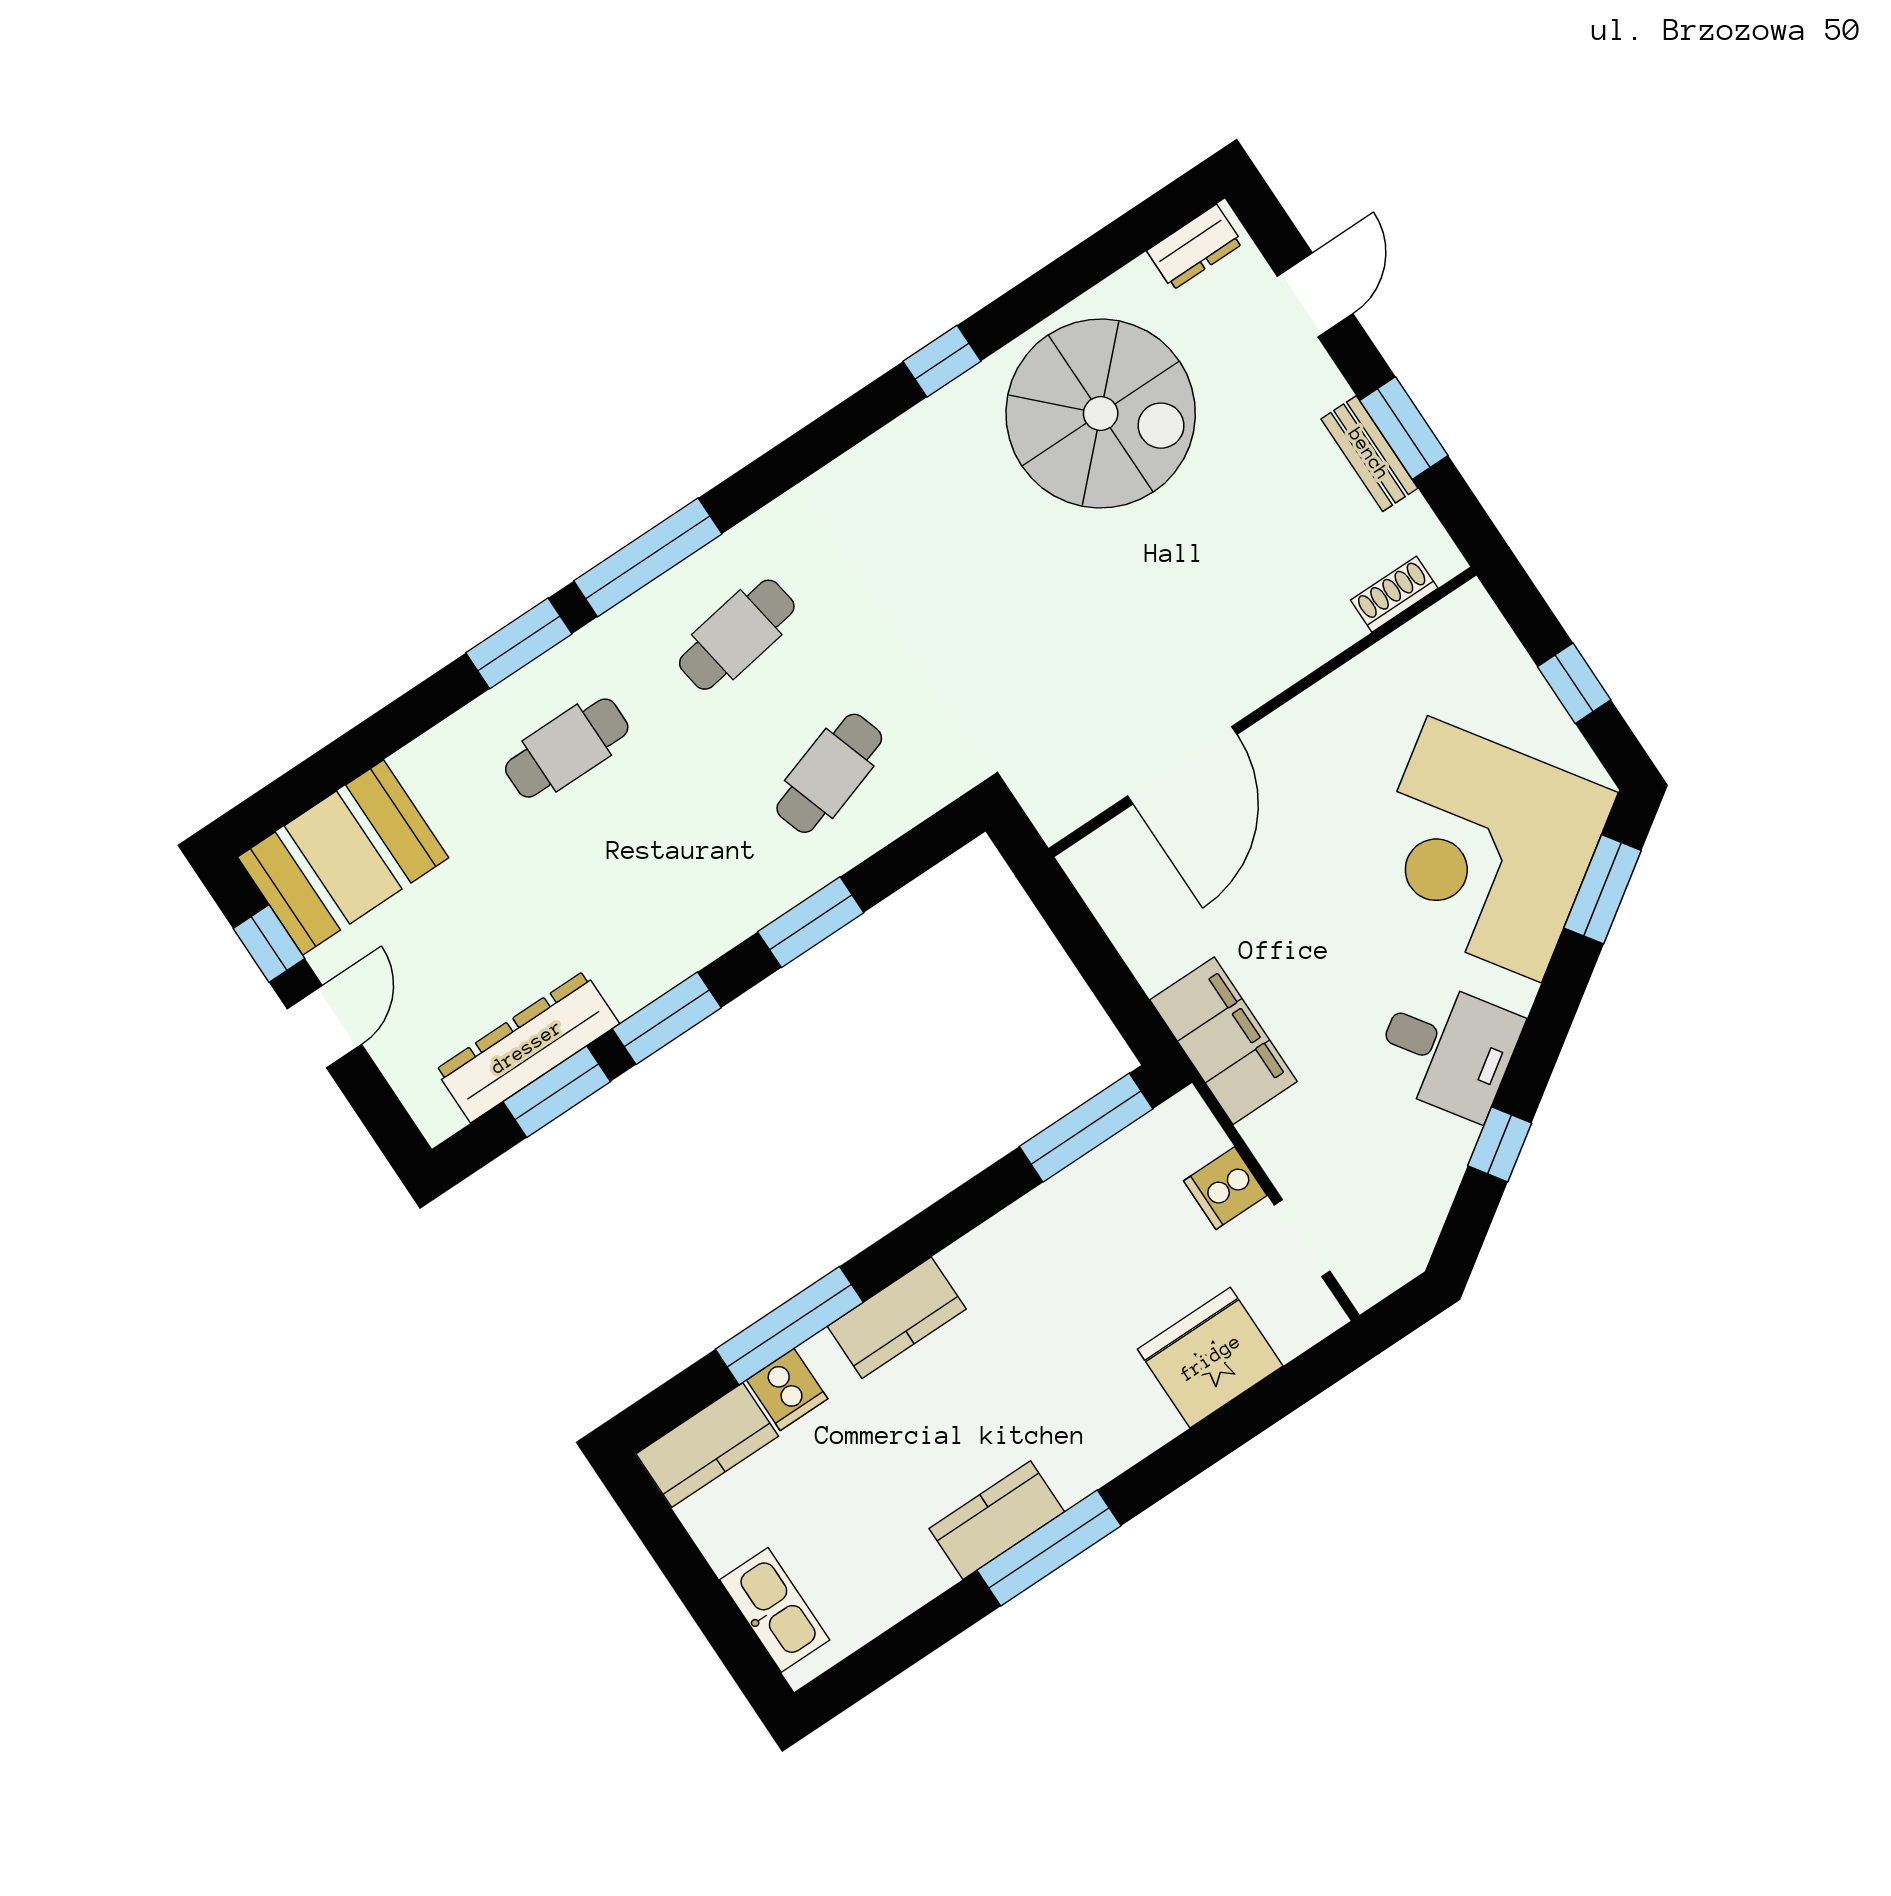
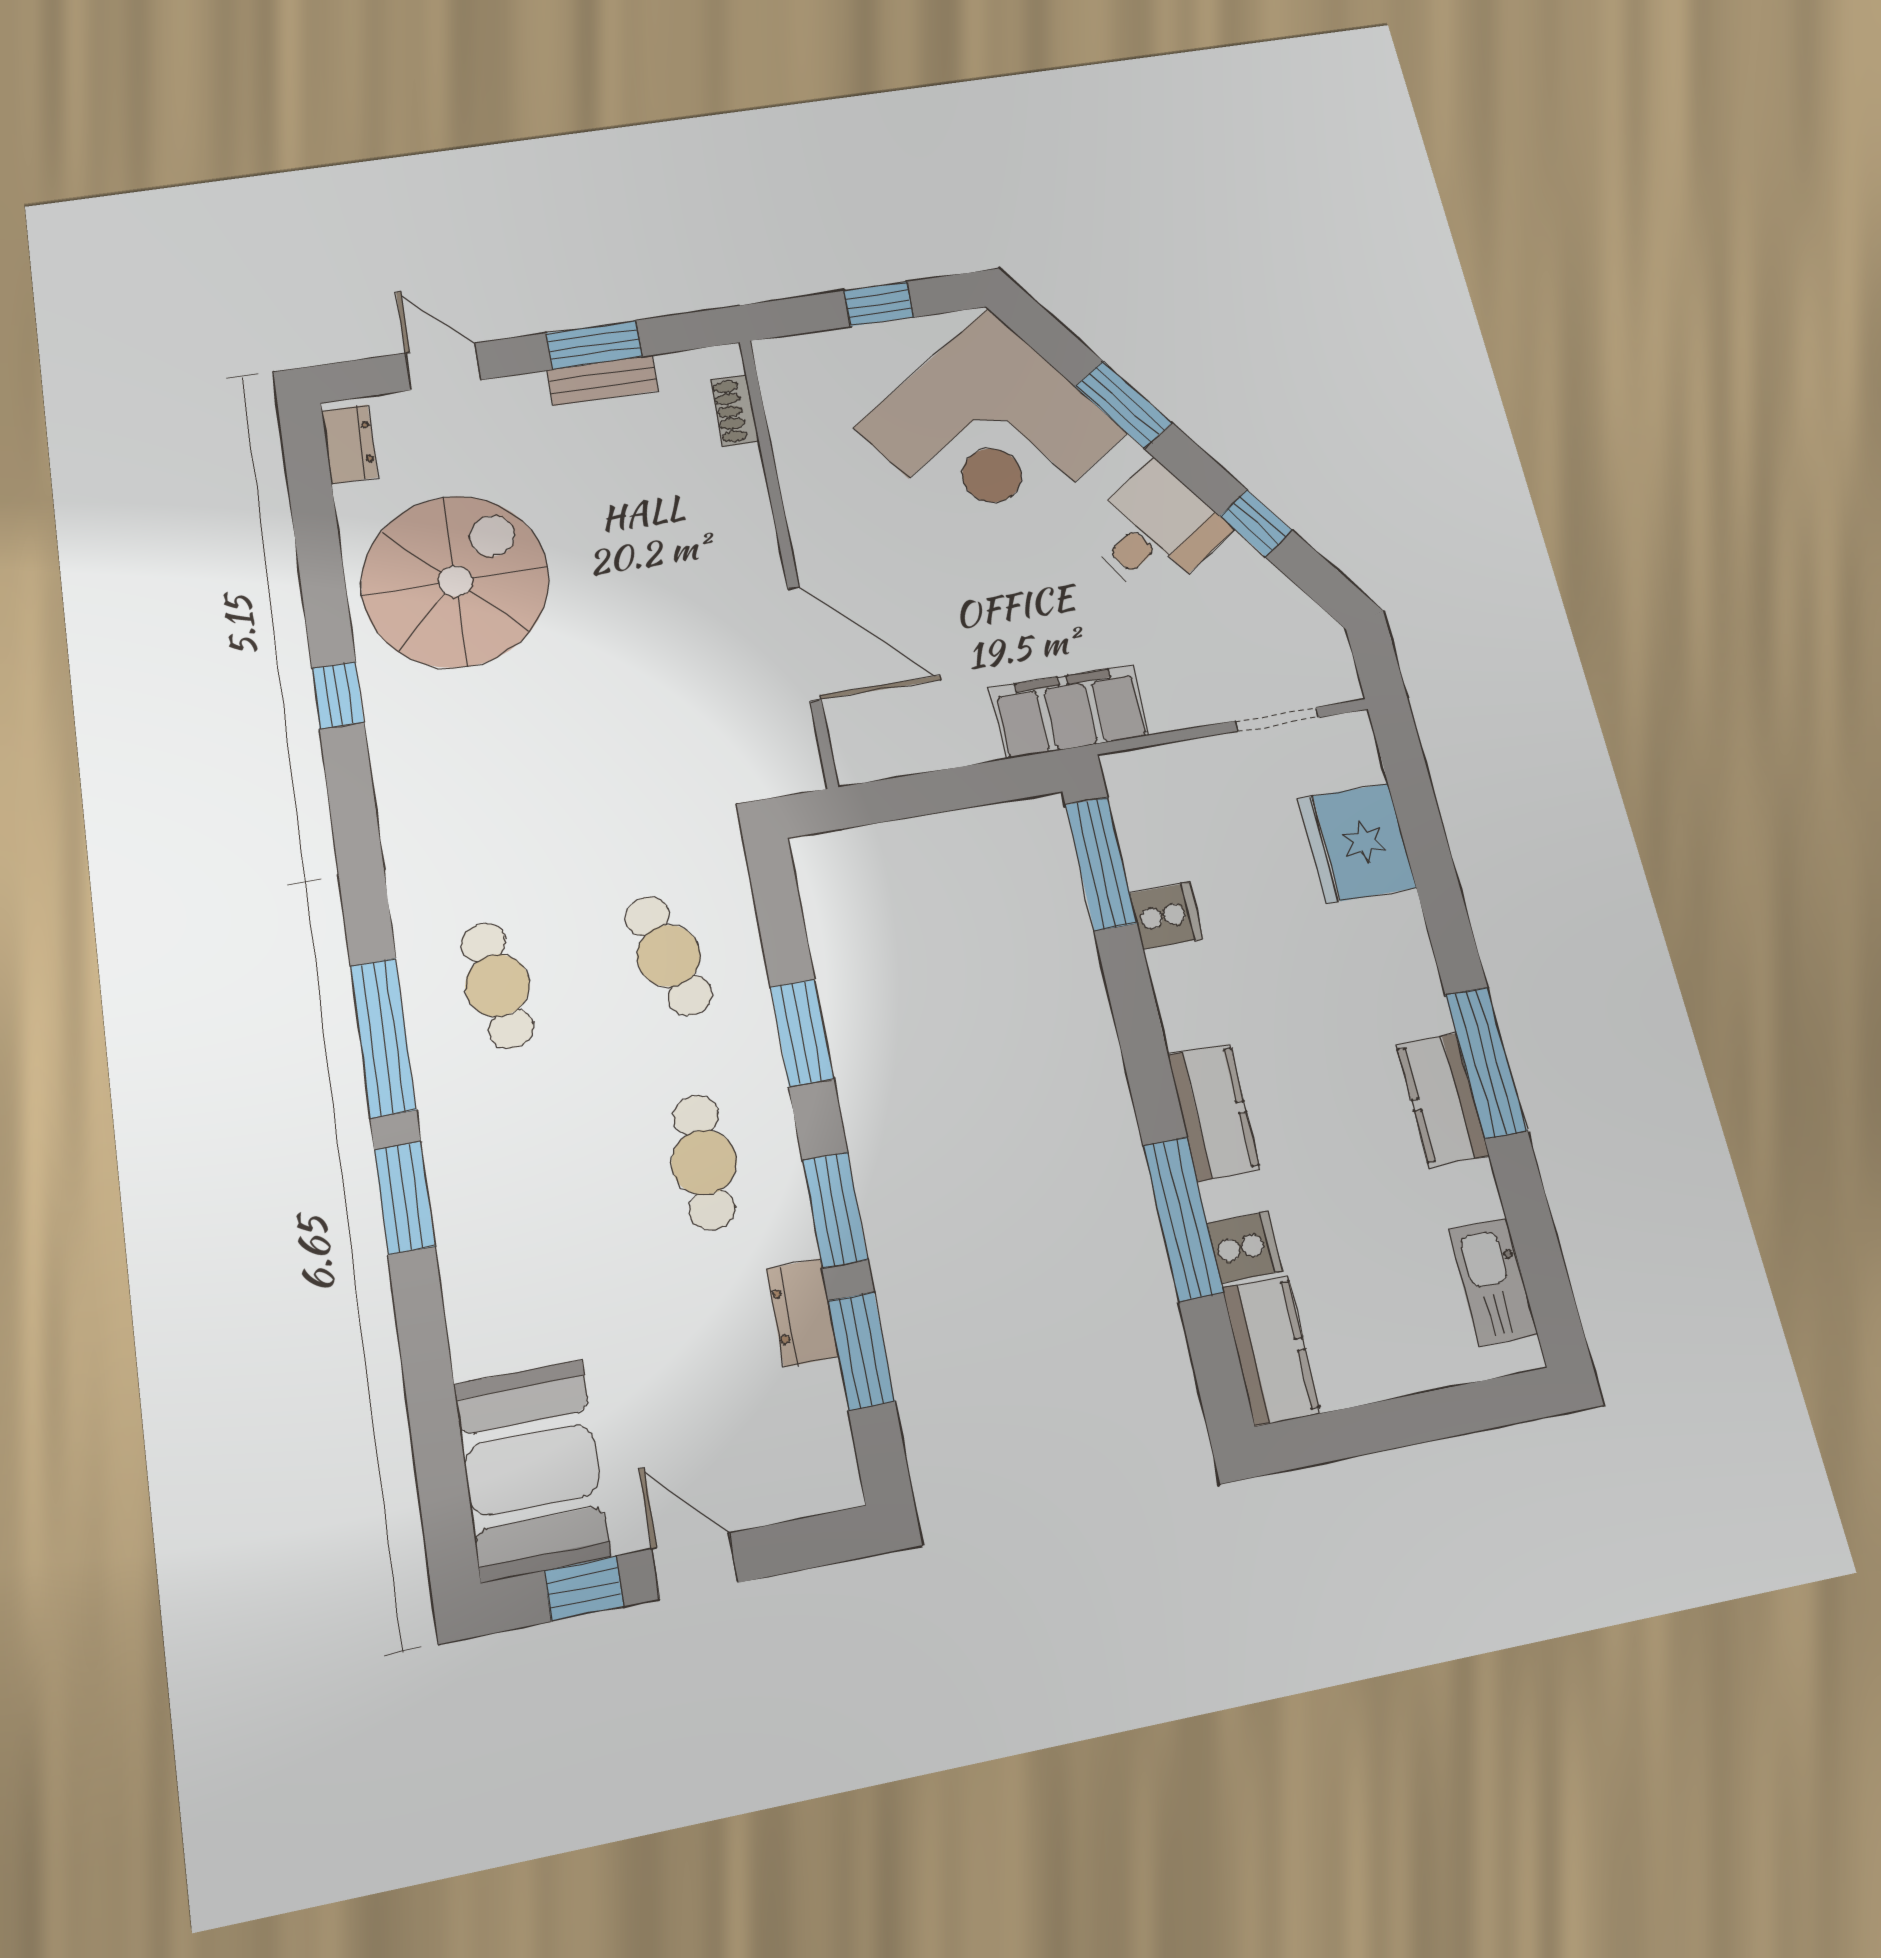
cafe table: (567, 748) -> (704, 1162), moved
window: (1603, 889) -> (1123, 405), moved
dresser: (527, 1047) -> (802, 1313), width x0.51, depth x0.80
cooker: (1225, 1188) -> (1166, 916), moved, turned -90
kitchen sink: (775, 1610) -> (1493, 1282), moved, turned -90

